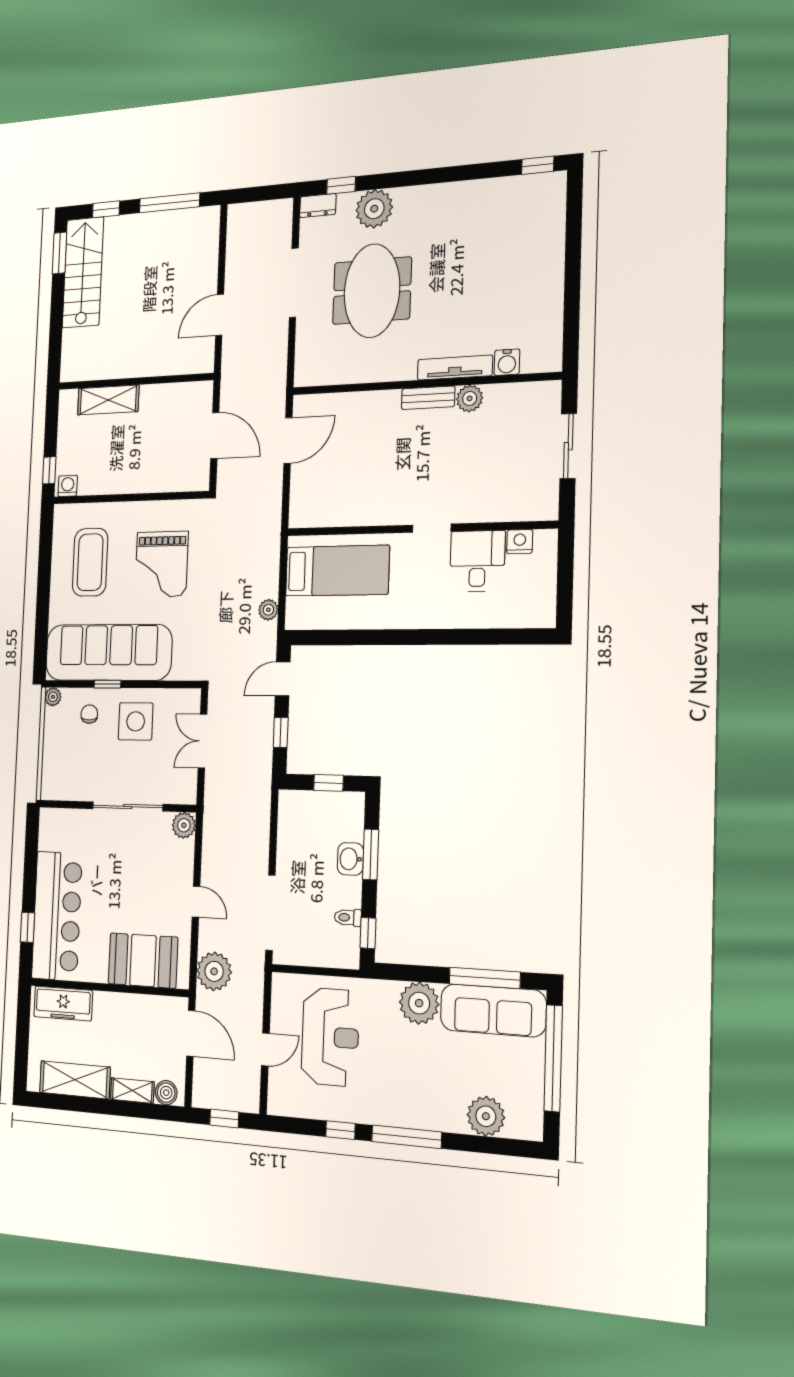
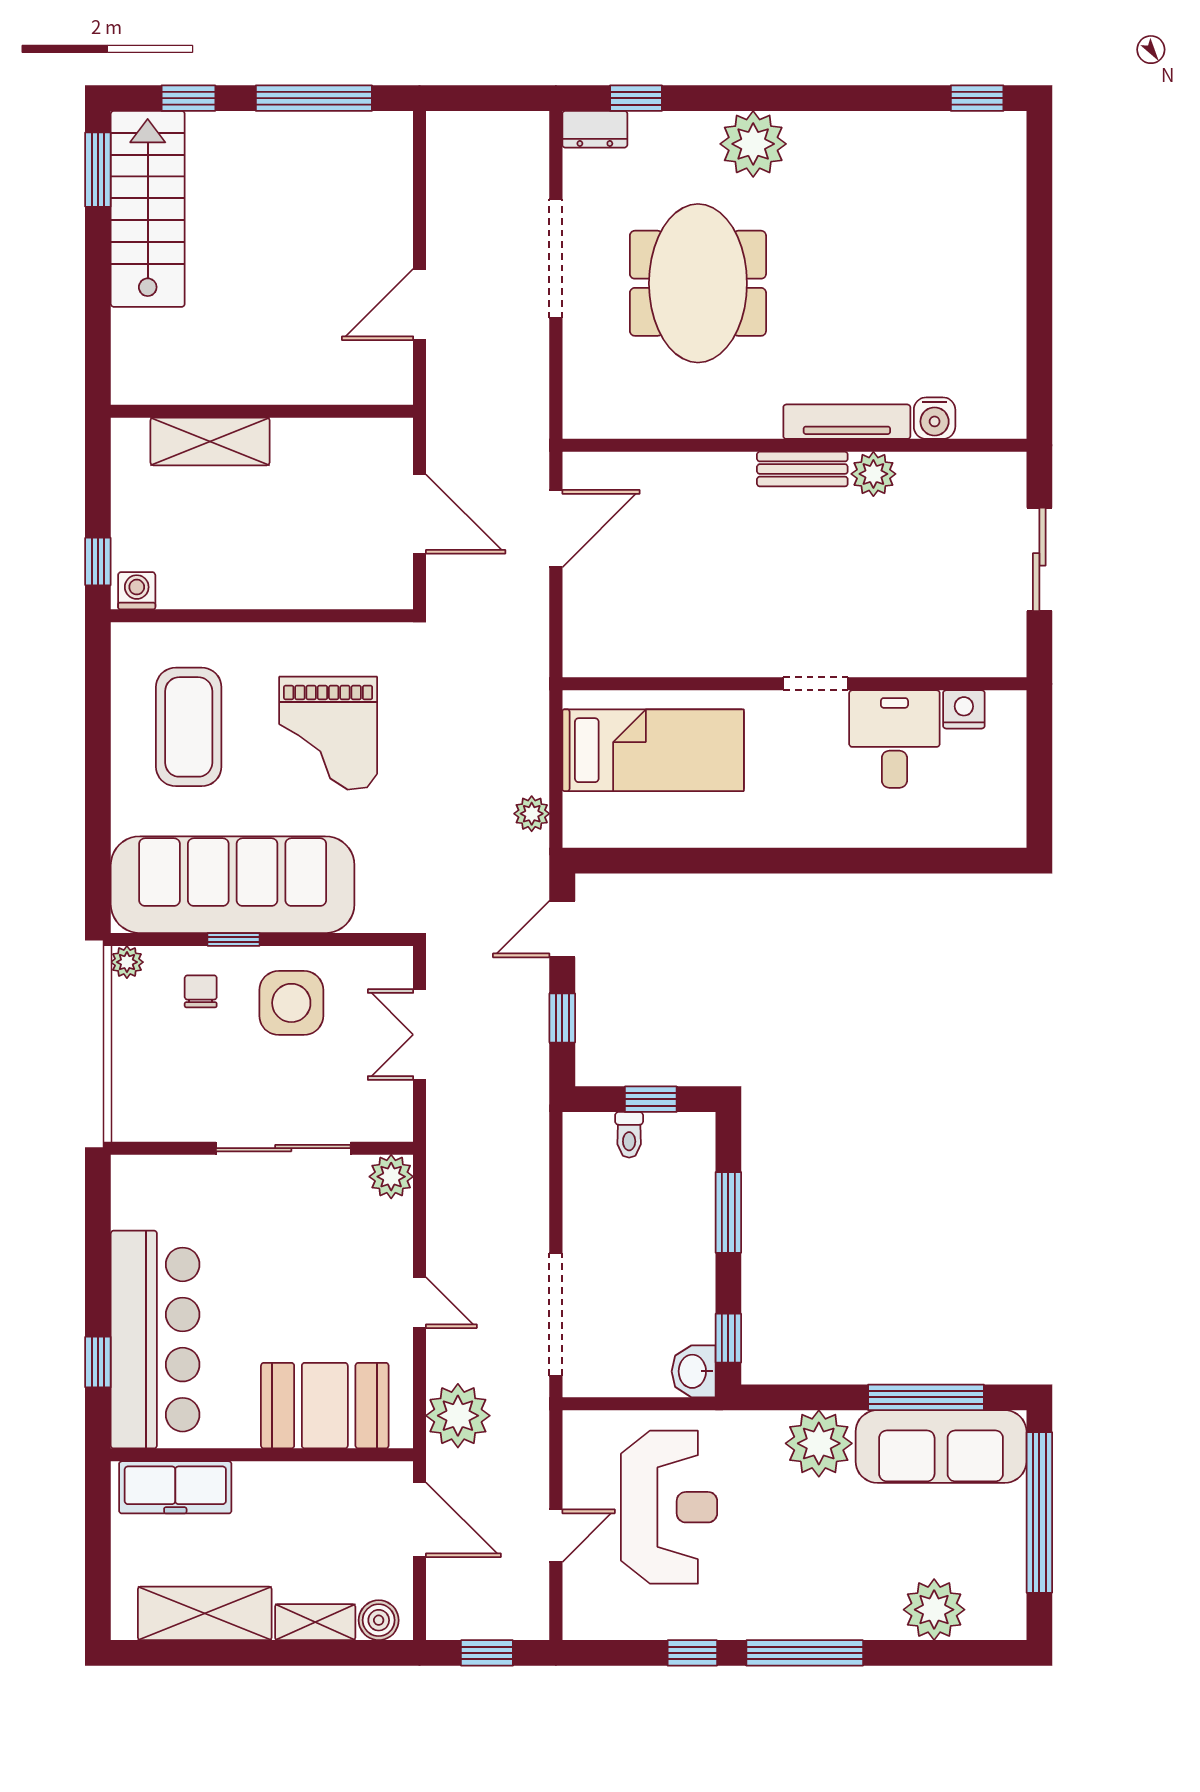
plant: (374, 209) -> (753, 144), moved
washbasin: (350, 859) -> (694, 1371), moved
toilet: (348, 917) -> (629, 1135), moved, turned -90

